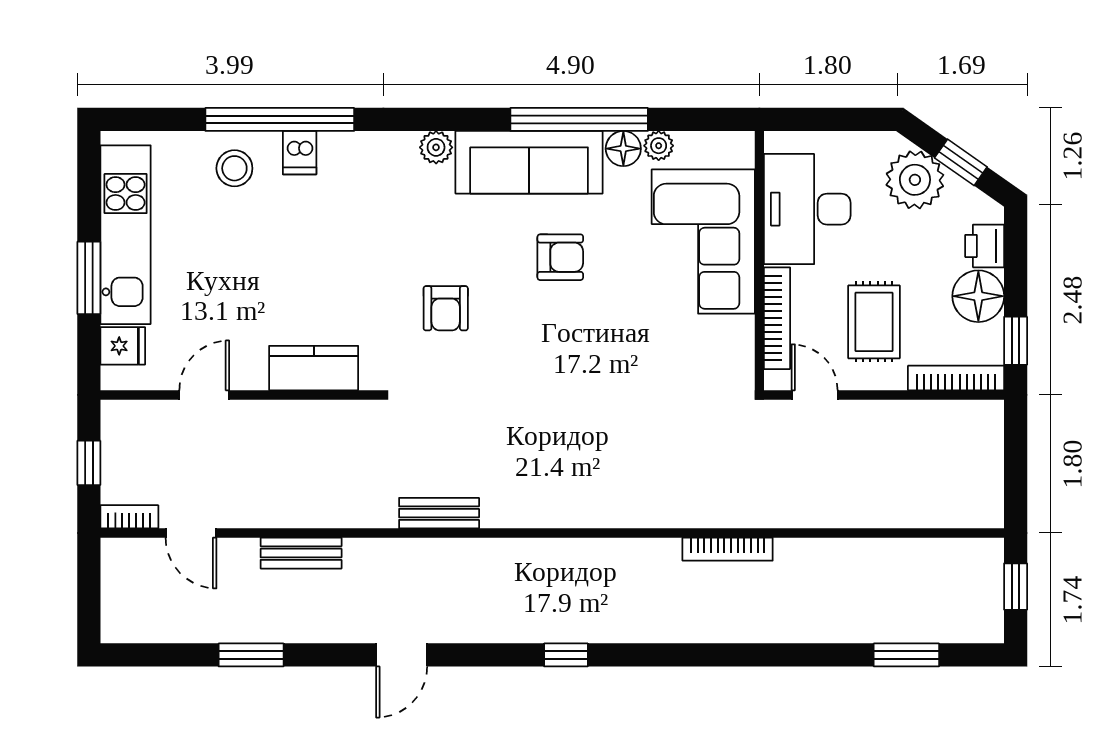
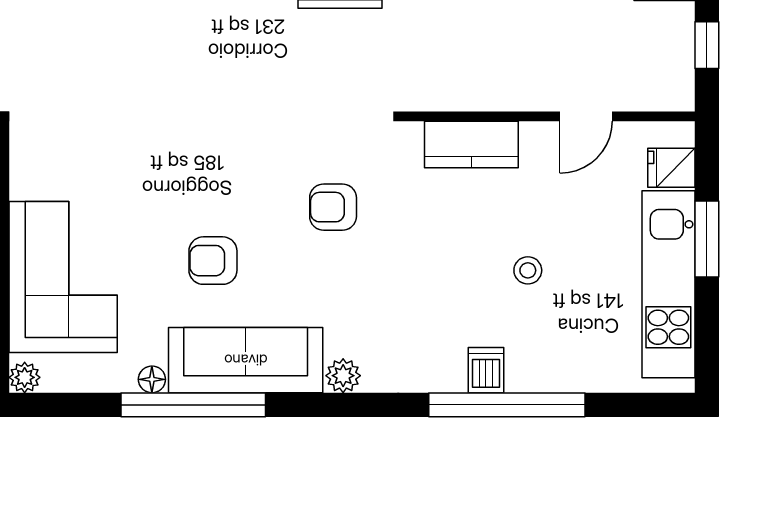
plant: (659, 146) -> (25, 377), moved
floor lamp: (623, 149) -> (152, 379), width x0.73, depth x0.73
stool: (234, 168) -> (528, 270), moved, width x0.73, depth x0.73
armchair: (446, 308) -> (333, 207), turned -90

